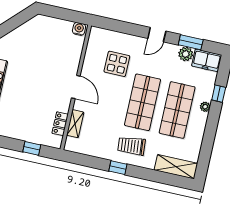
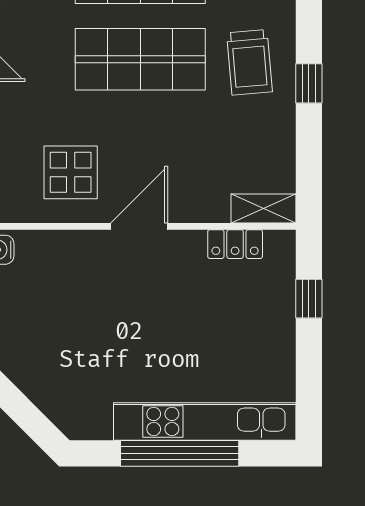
display table: (117, 64) -> (71, 172), moved
shelving: (75, 124) -> (263, 208), moved

